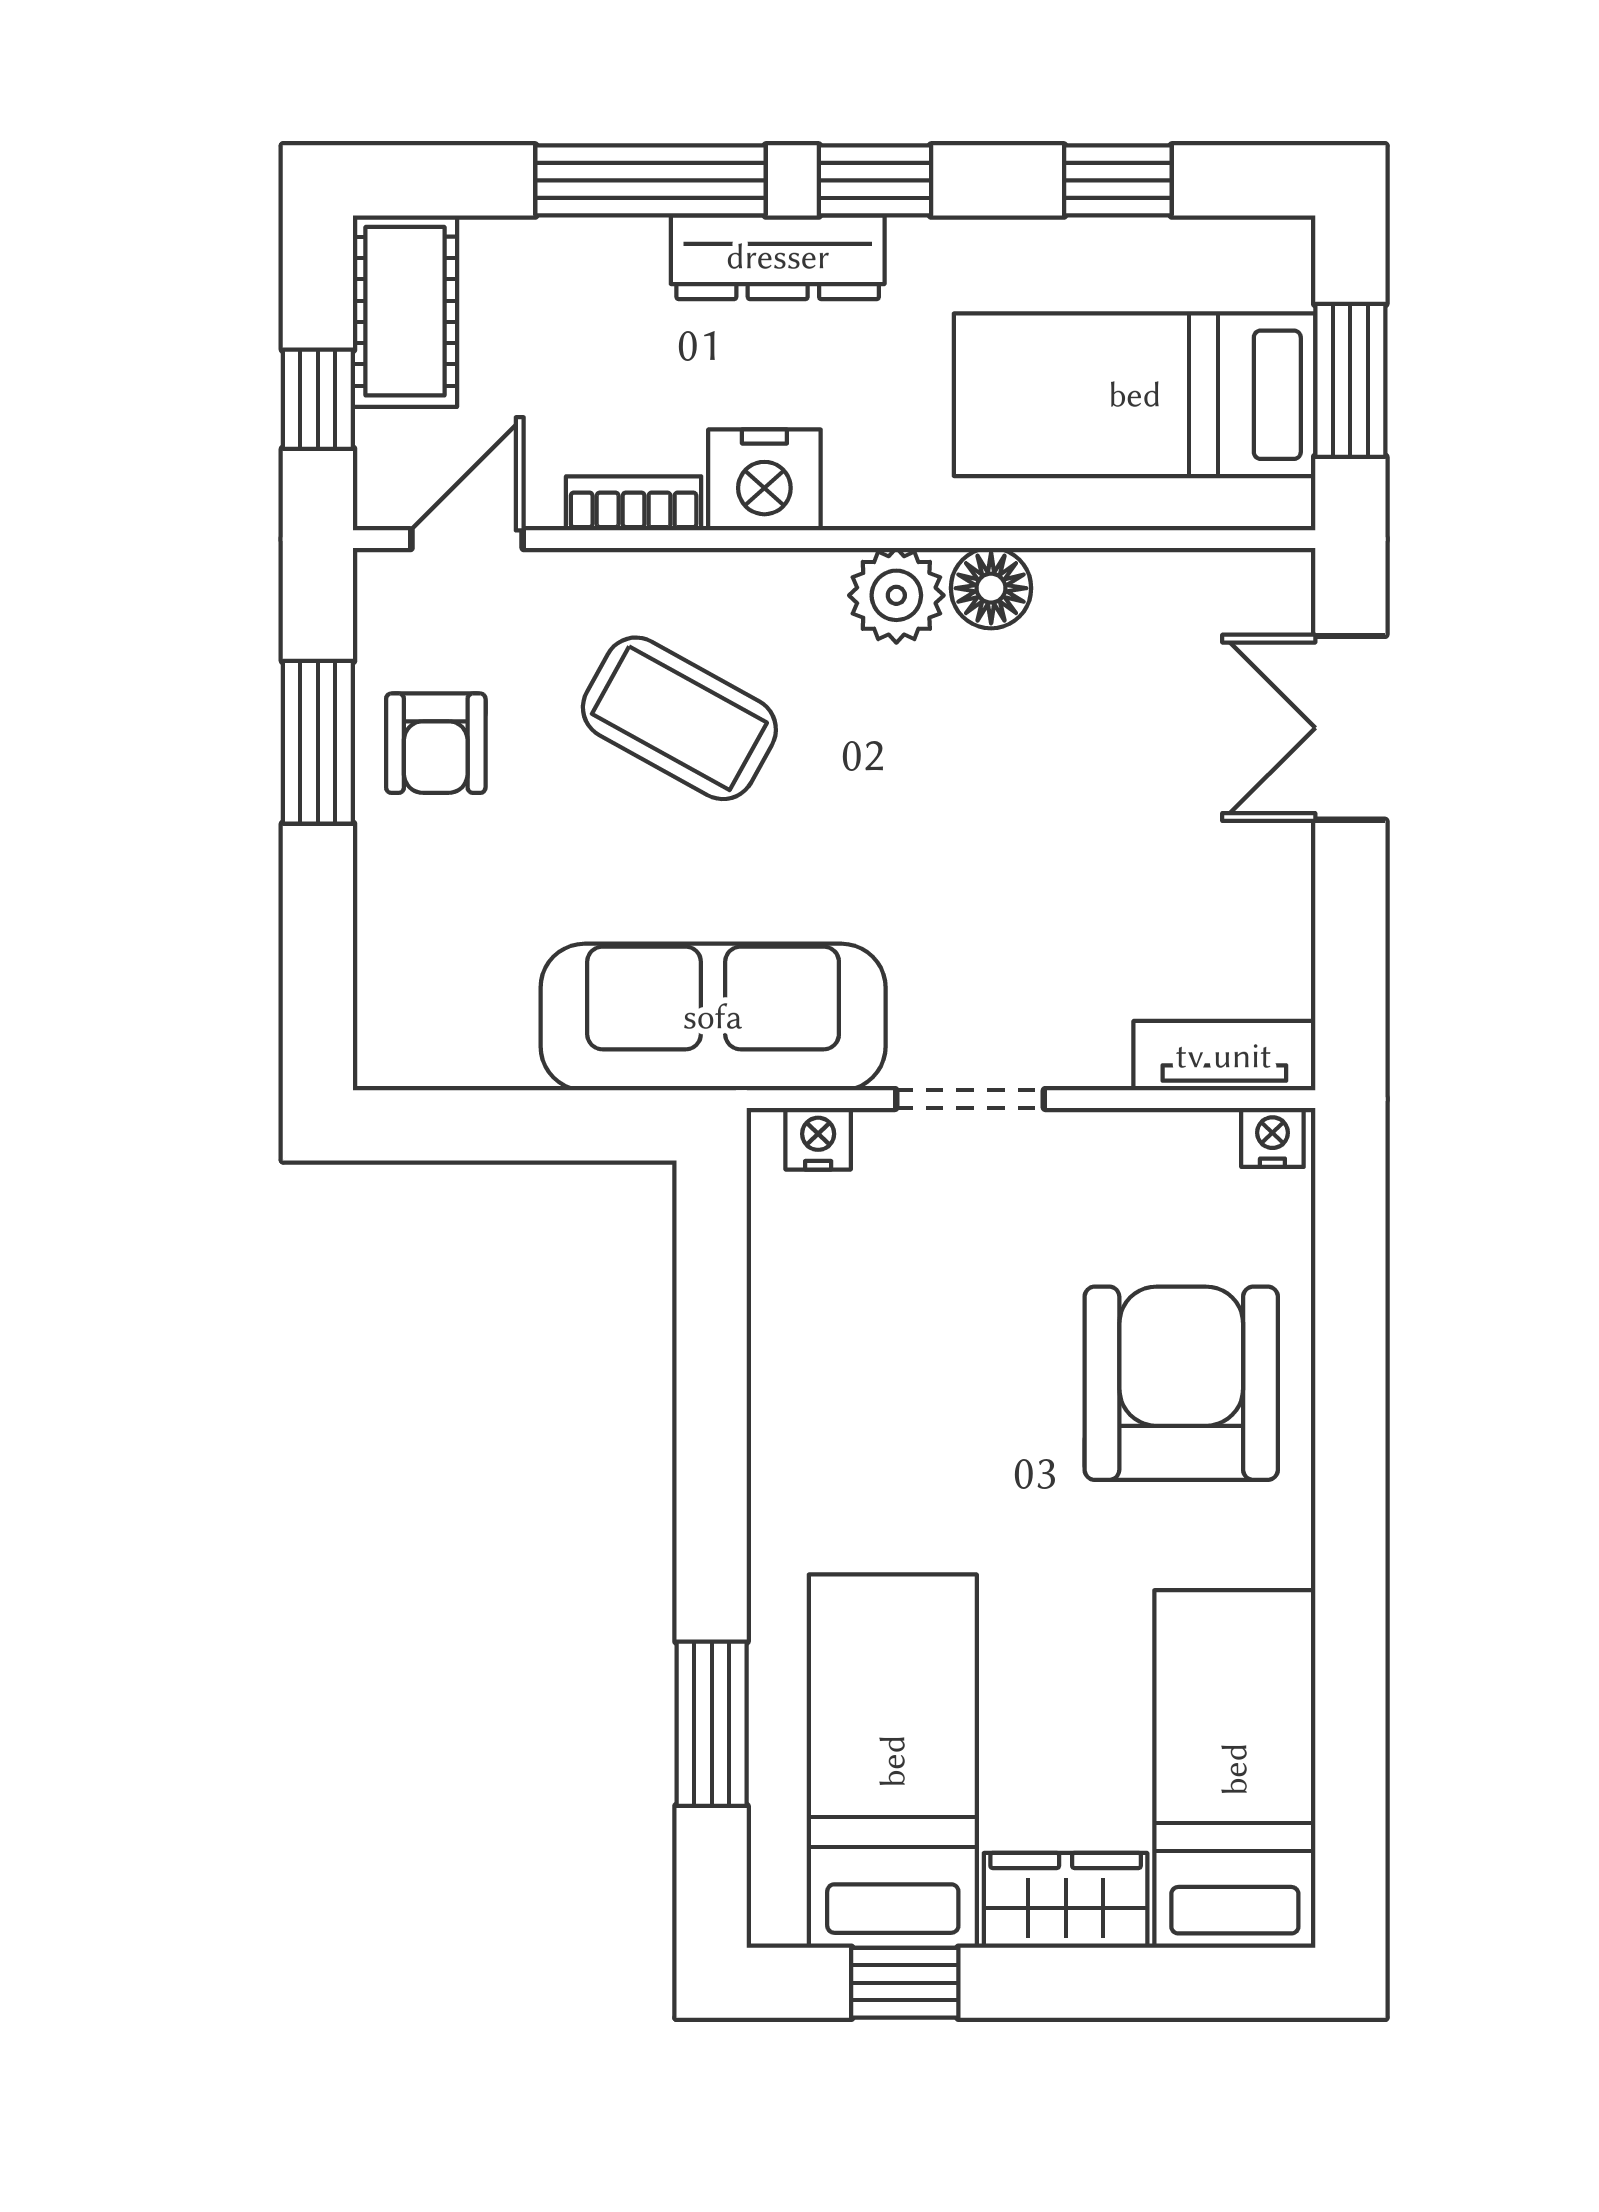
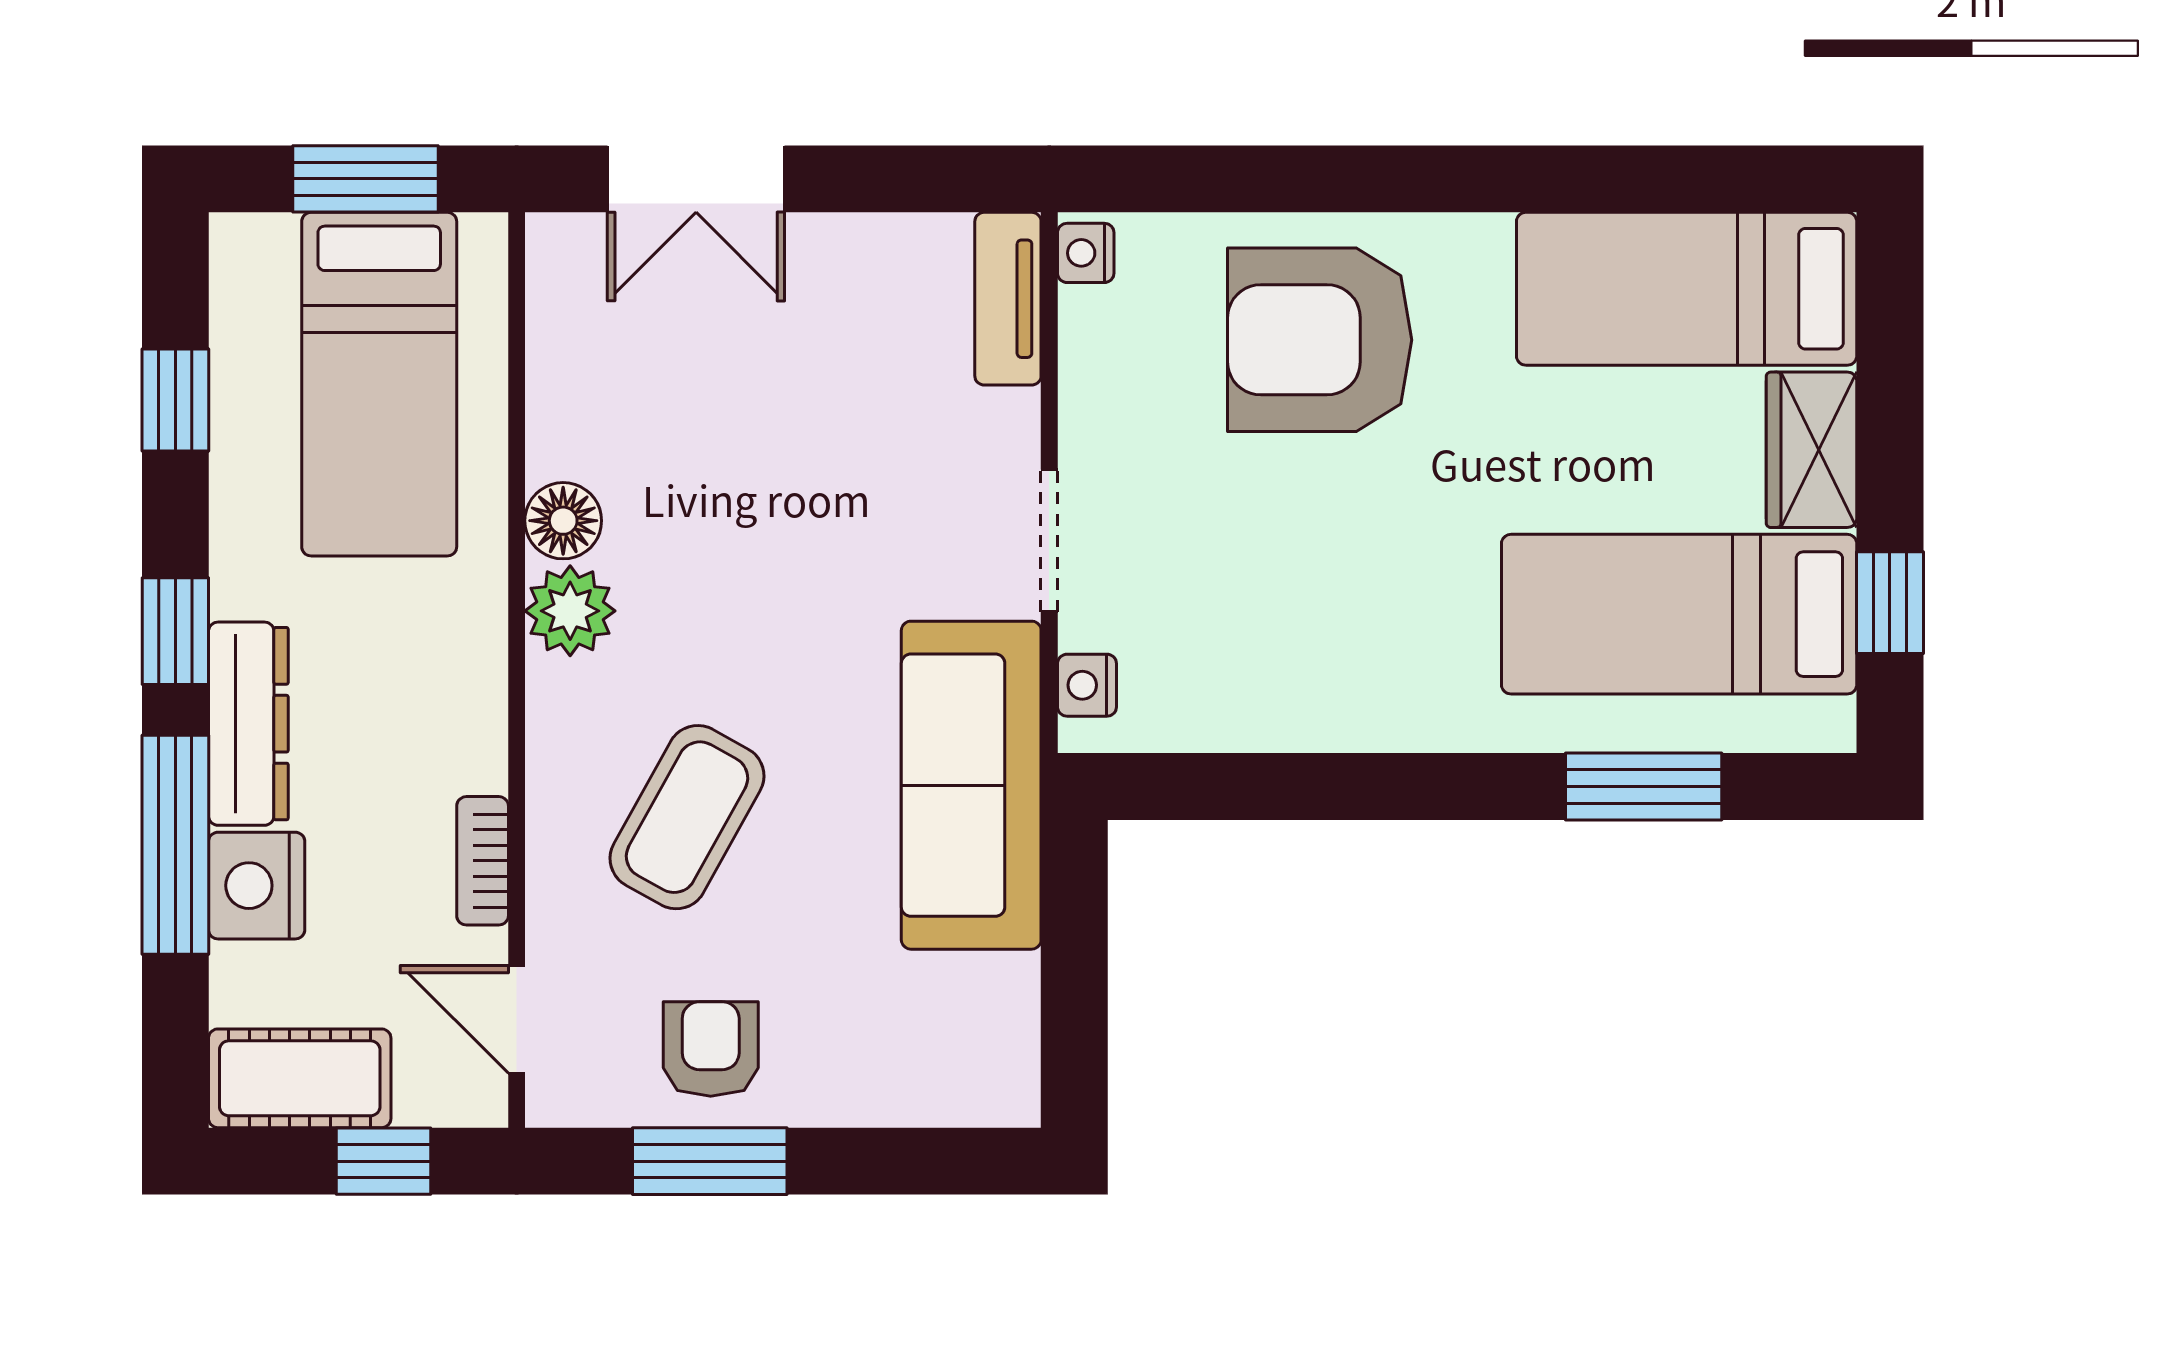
nightstand: (764, 480) -> (257, 886), moved, turned 180
armchair: (436, 743) -> (711, 1049), turned -90

